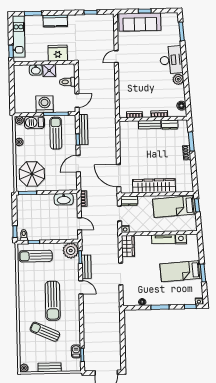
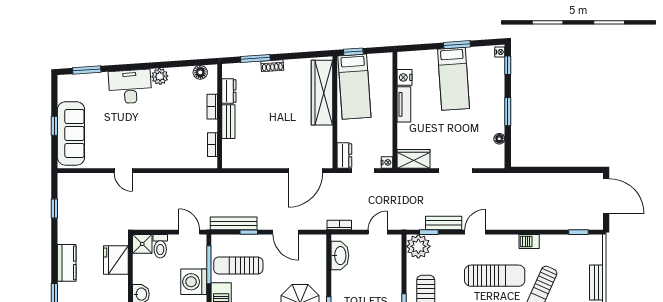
shower: (49, 71) -> (142, 244), moved
wardrobe: (154, 186) -> (322, 93), moved
barbecue: (76, 351) -> (529, 241), moved

